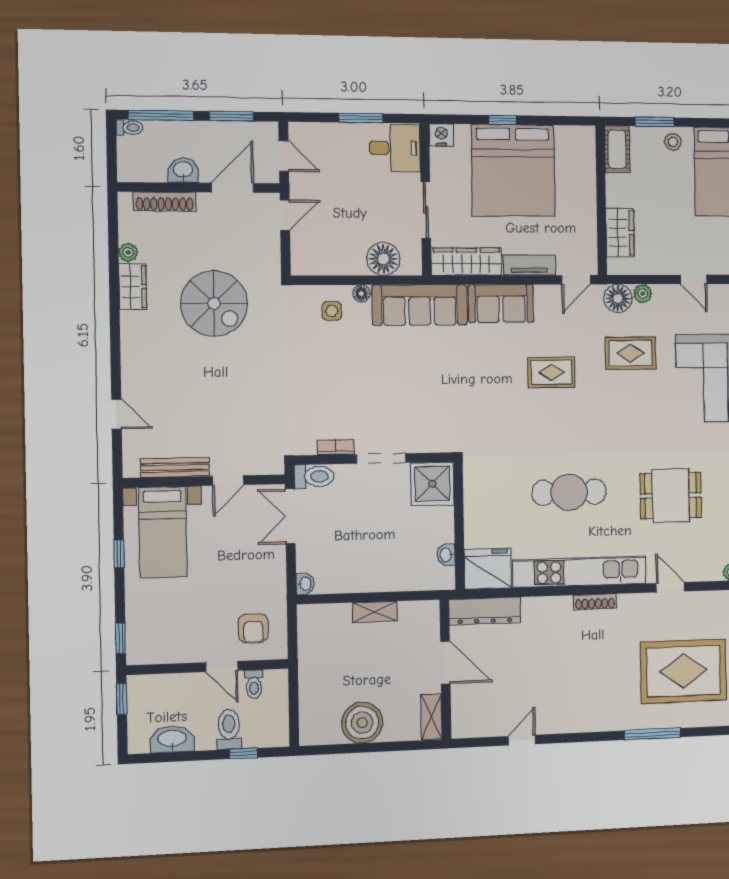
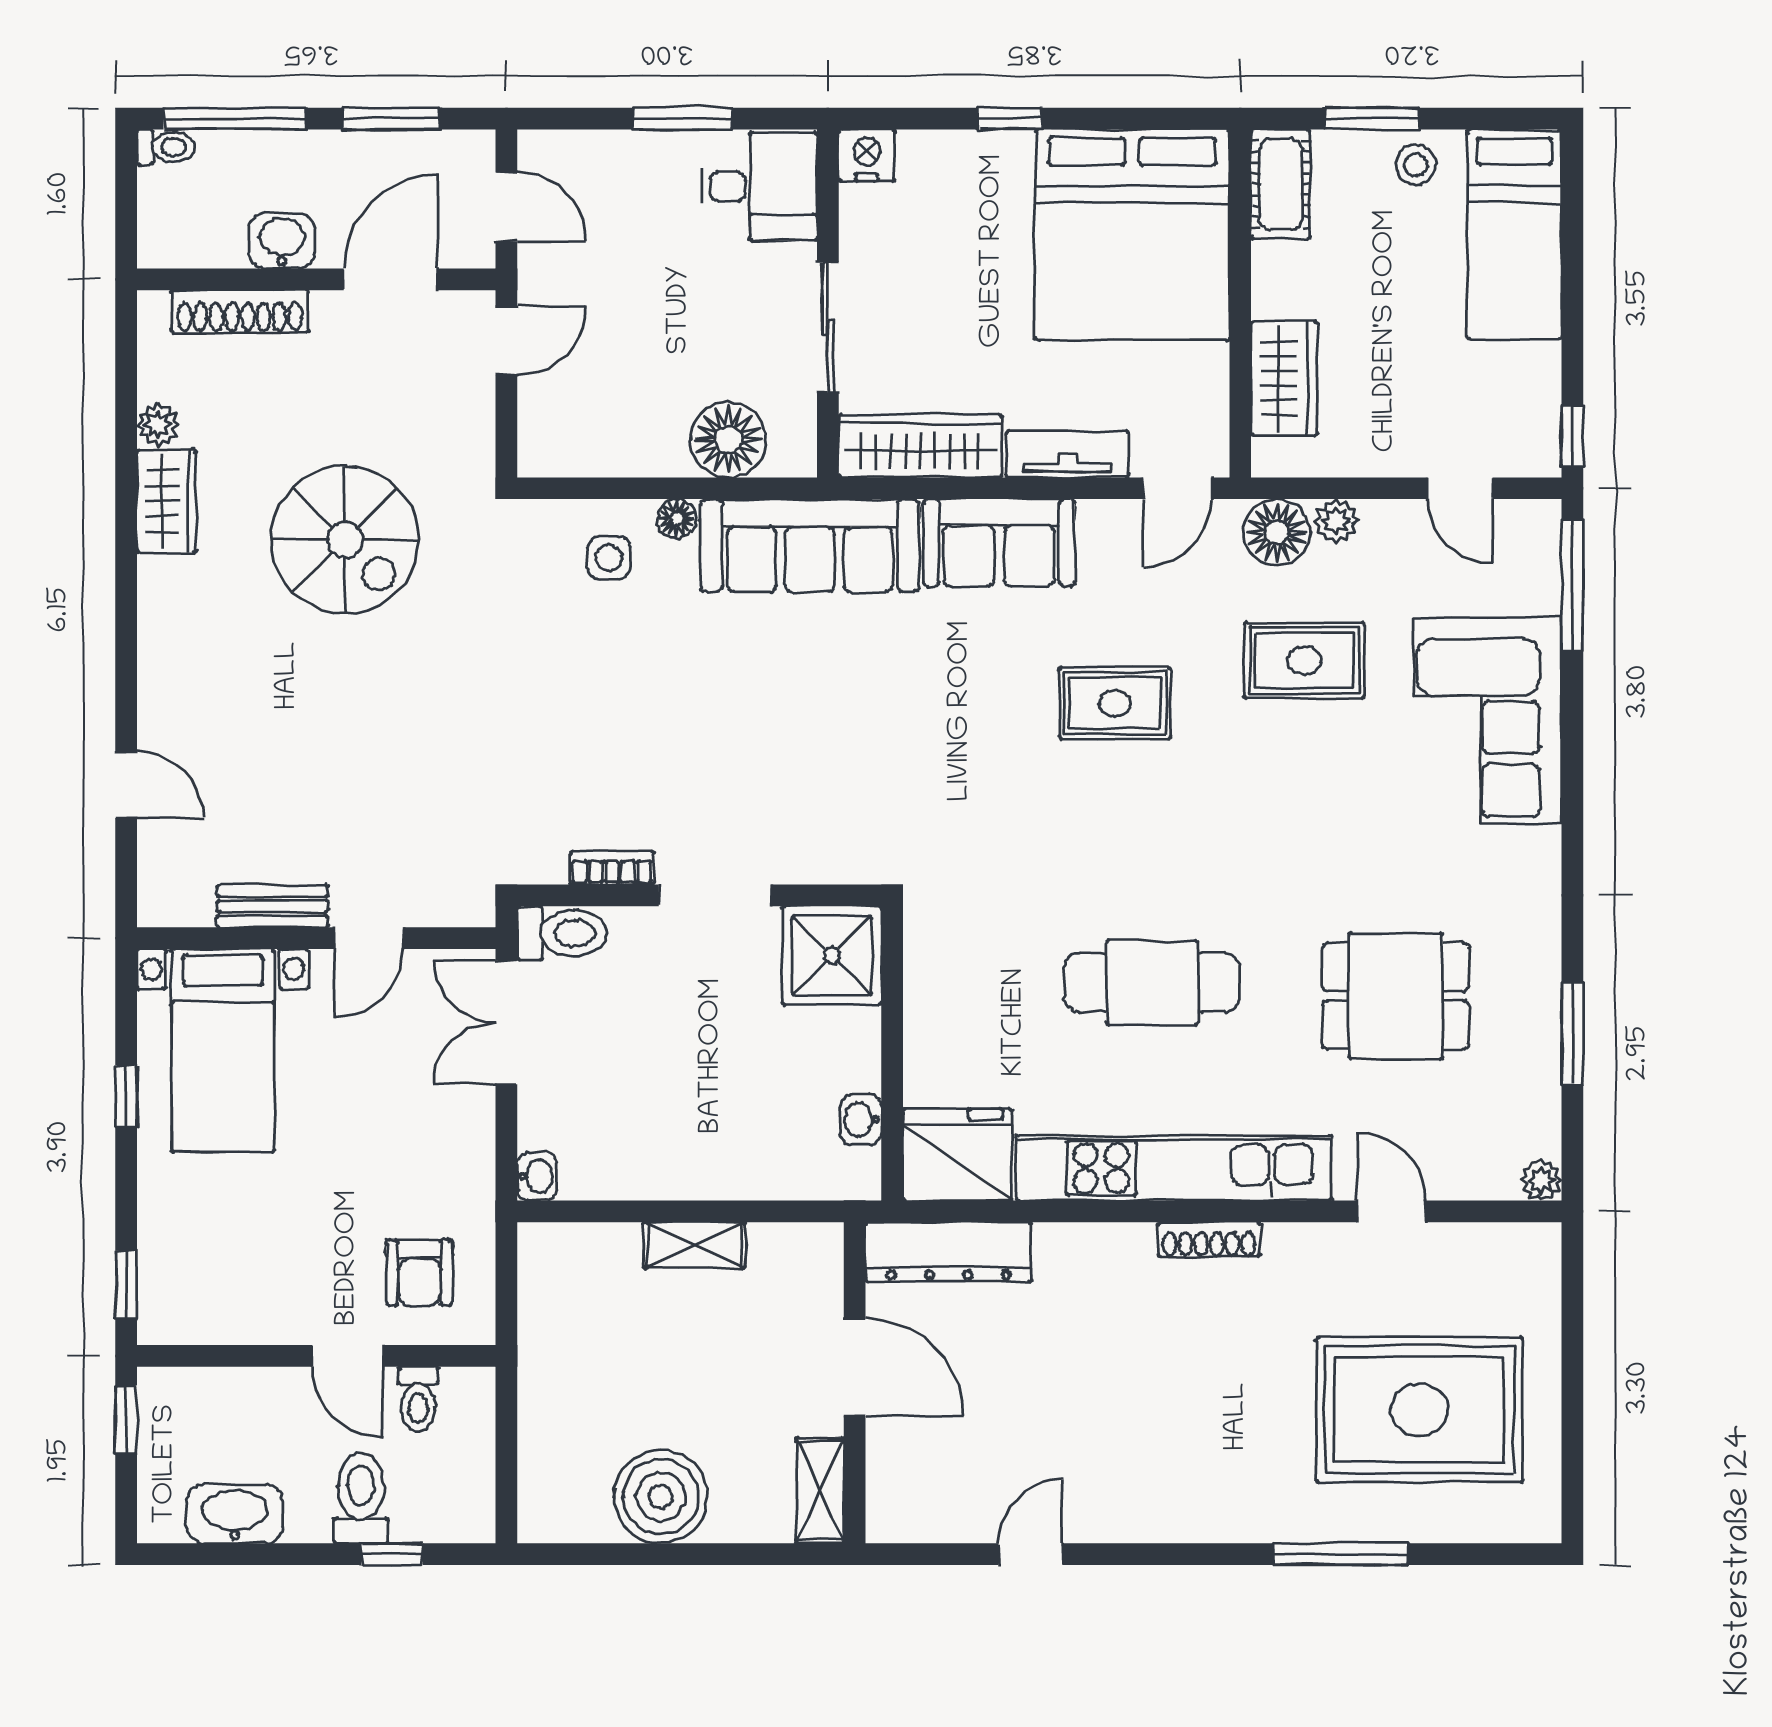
bed: (513, 170) -> (1132, 235), moved
bench: (175, 467) -> (272, 906), width x0.73

